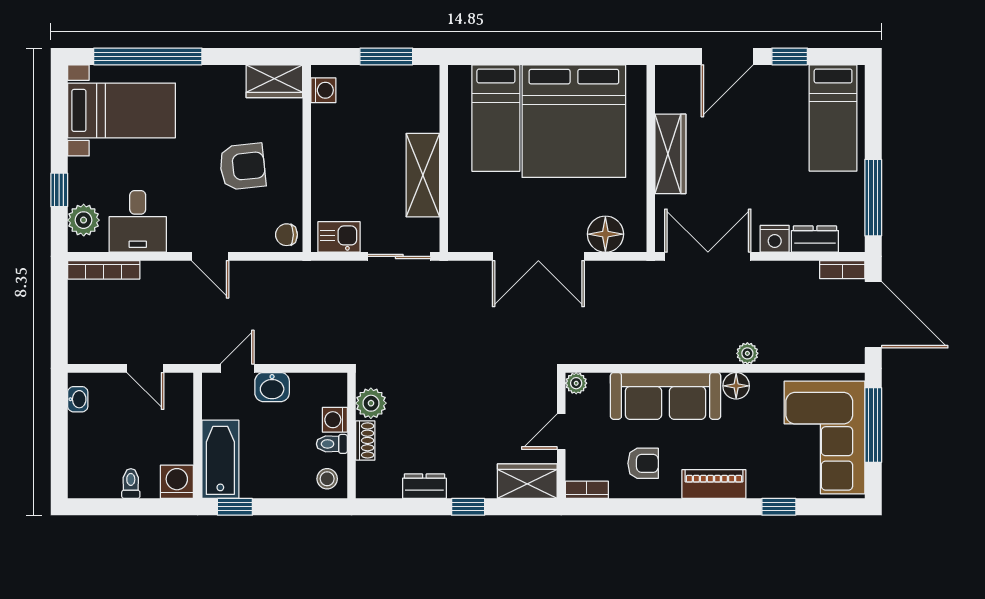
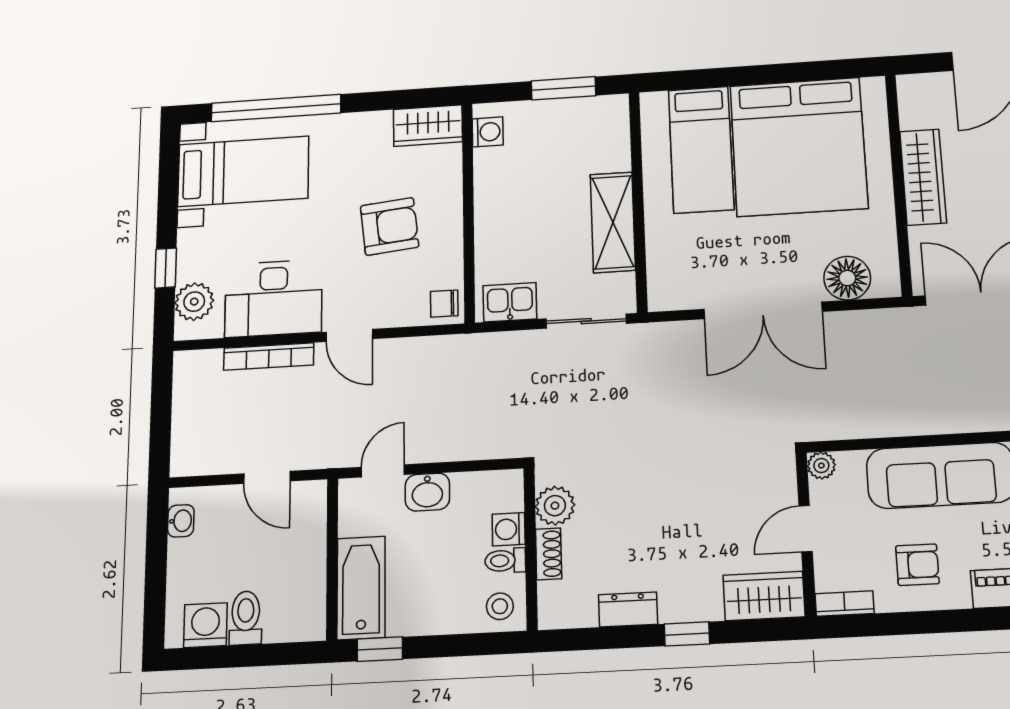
desk: (138, 221) -> (274, 298), width x1.37
bookcase: (104, 270) -> (269, 357), moved
washing machine: (177, 482) -> (205, 625), moved
toilet: (131, 484) -> (246, 618), width x1.37, depth x1.39

